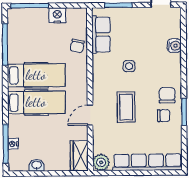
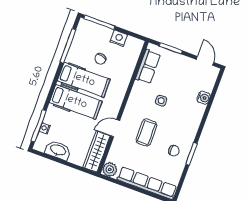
chair: (77, 46) -> (100, 59), moved
chair: (167, 95) -> (183, 135), removed
wardrobe: (79, 156) -> (96, 151), width x1.50
washbasin: (37, 165) -> (58, 150), width x1.91, depth x1.45

